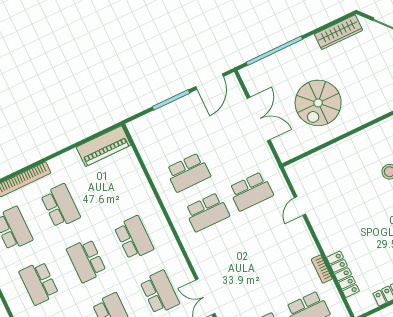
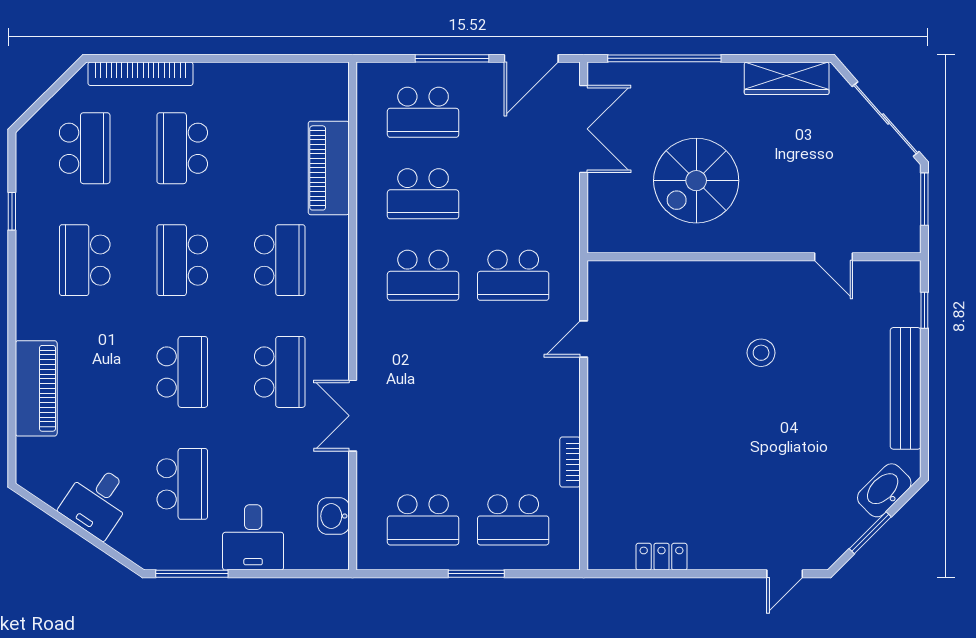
double door: (259, 119) -> (584, 129), moved
school desk: (169, 133) -> (423, 112), added
piano: (104, 146) -> (329, 168), moved, turned 90
school desk: (60, 206) -> (182, 148), turned 180
locker: (343, 274) -> (601, 488), removed

